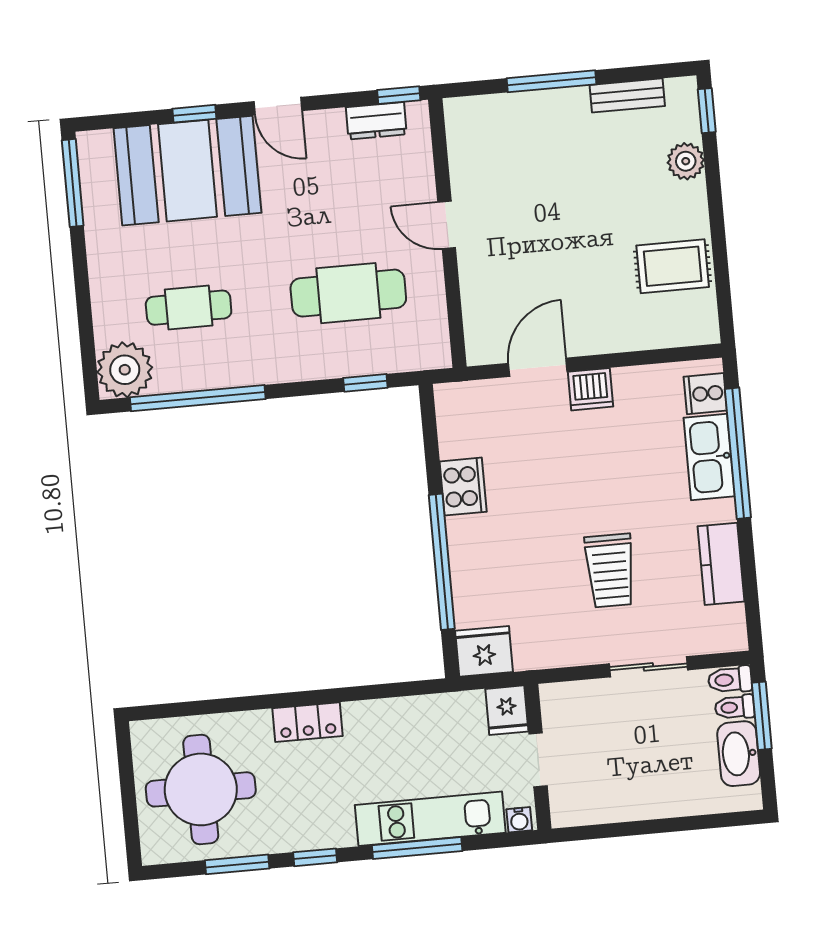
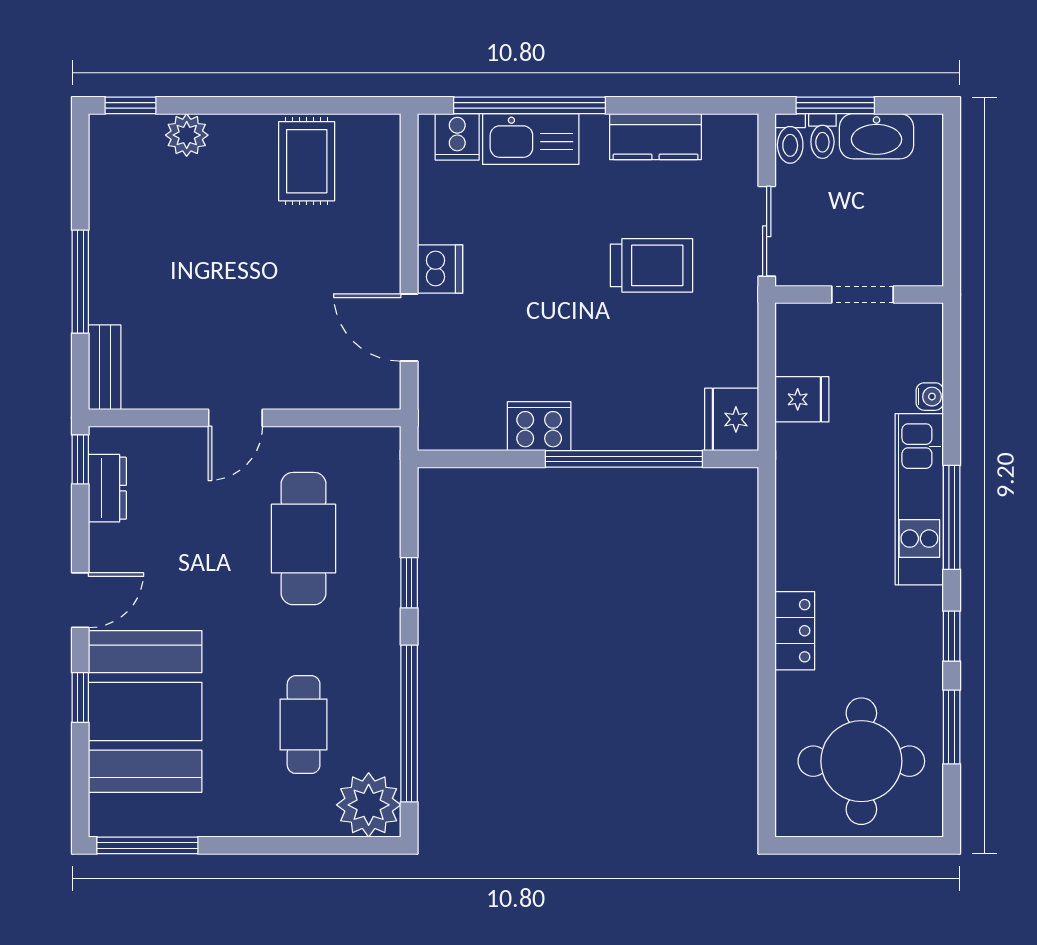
bench: (627, 95) -> (105, 367), moved
window: (365, 383) -> (409, 583), moved
wall: (538, 757) -> (859, 294), moved
doorway: (538, 760) -> (862, 294), moved

